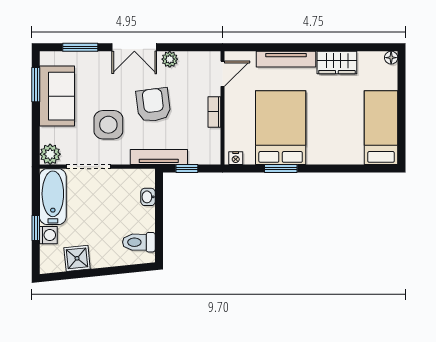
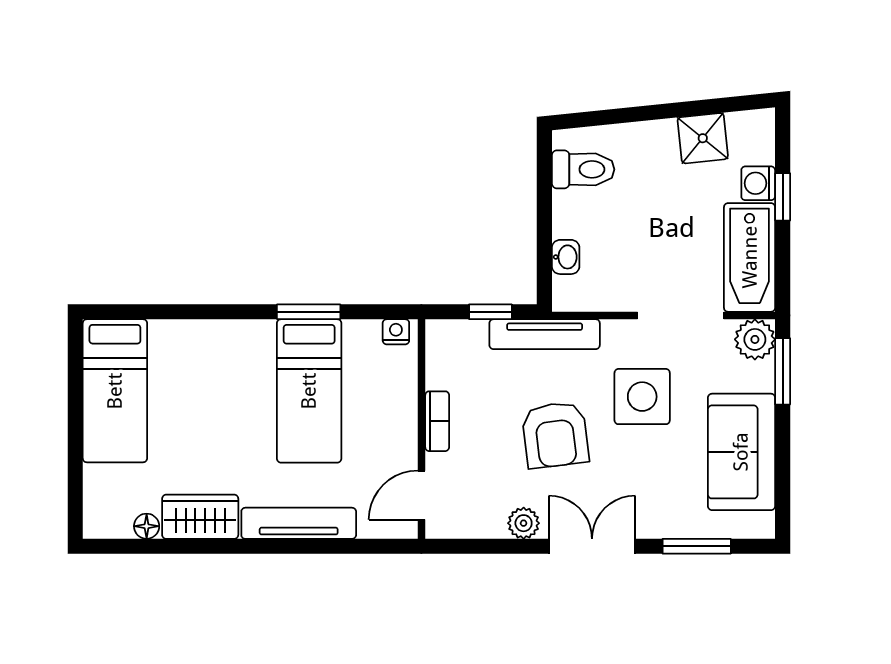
floor lamp: (391, 58) -> (147, 526), moved
window: (36, 85) -> (783, 371), moved
bed: (281, 128) -> (309, 391), width x0.67

